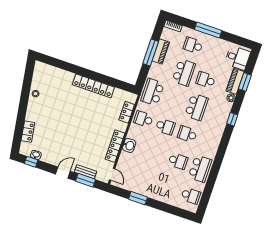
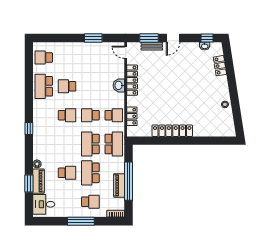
window: (151, 53) -> (128, 181), width x1.46
school desk: (196, 107) -> (90, 144), moved
window: (232, 119) -> (29, 128), moved

